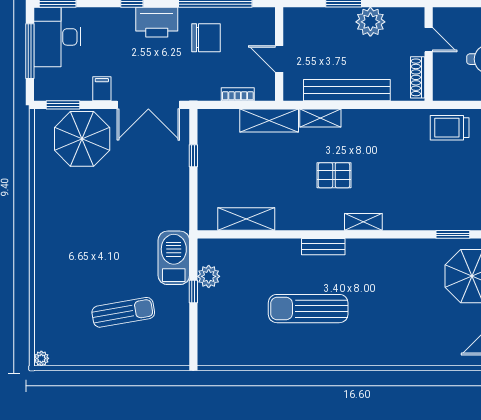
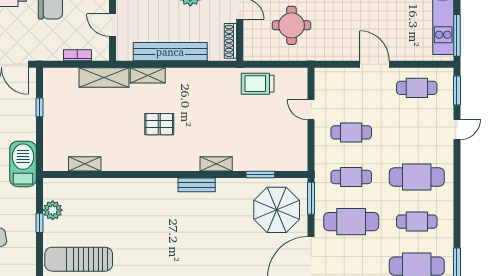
shelving: (246, 219) -> (85, 164), width x0.67, depth x0.75
shelving: (363, 222) -> (216, 164), moved
bench: (323, 247) -> (197, 185), moved
barbecue: (174, 258) -> (23, 164), moved
sun lounger: (308, 309) -> (79, 259), moved

